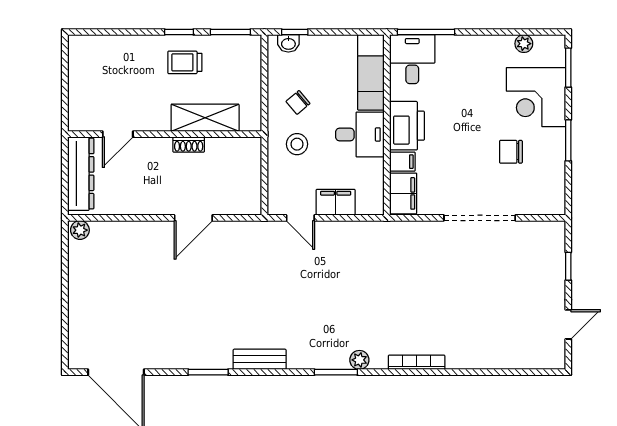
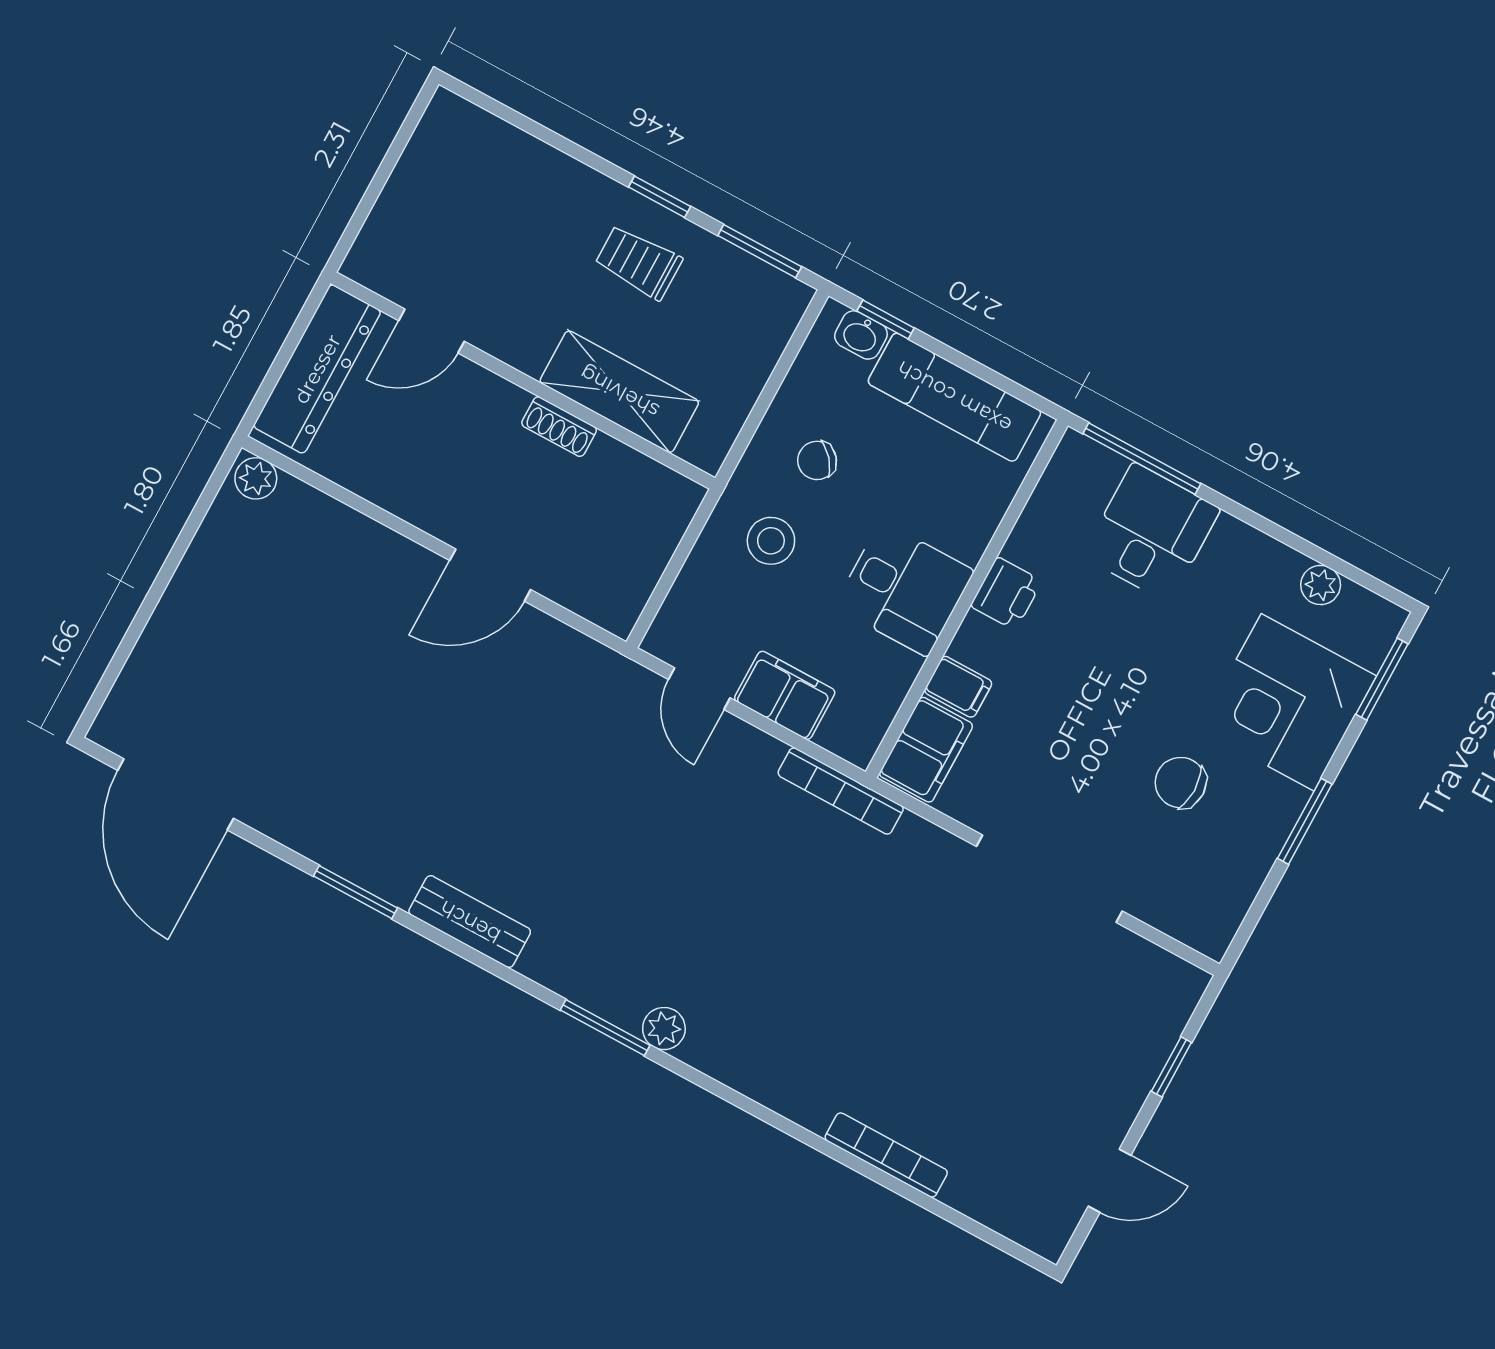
desk: (412, 59) -> (1151, 532), moved
exam couch: (371, 72) -> (954, 397), moved, turned -90
printer: (407, 126) -> (1006, 593), width x0.53, depth x0.68
bookcase: (378, 228) -> (841, 791), added
bookcase: (417, 362) -> (886, 1155), moved

